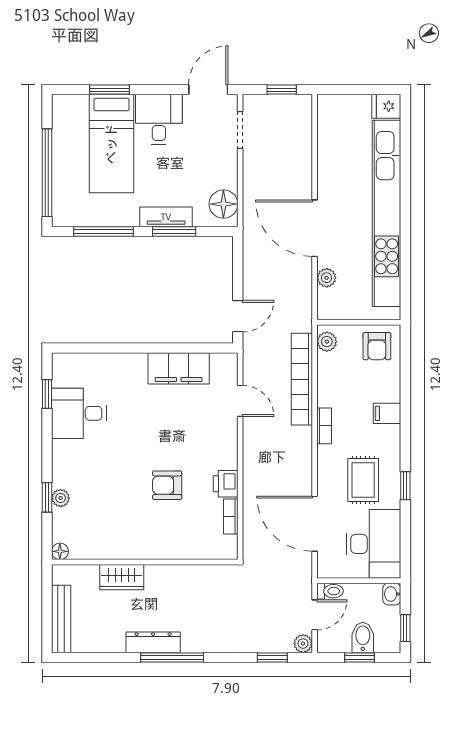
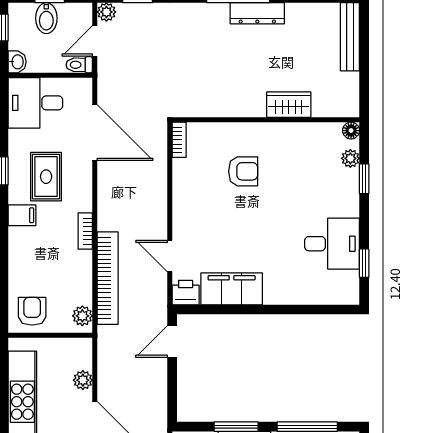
filing cabinet: (387, 413) -> (22, 215), moved
printer: (226, 484) -> (186, 293), moved, turned -90
window: (47, 497) -> (364, 179), moved
desk: (374, 544) -> (35, 103), width x0.73
floor lamp: (60, 551) -> (351, 131), moved
wall: (145, 562) -> (266, 120), moved
wardrobe: (122, 577) -> (289, 105), moved

